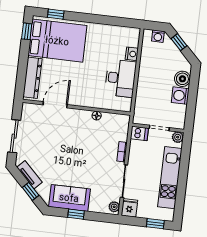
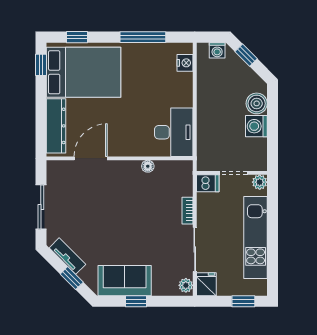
window: (104, 20) -> (143, 37), added
nightstand: (132, 54) -> (185, 63), moved
desk: (121, 78) -> (174, 132), moved

